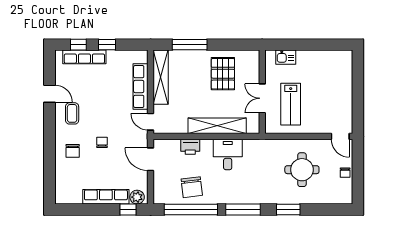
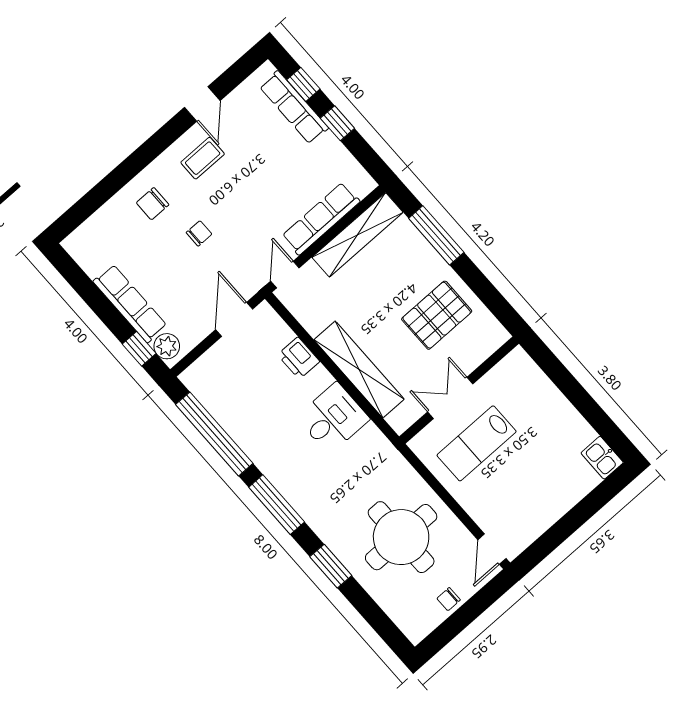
kitchen sink: (286, 57) -> (602, 458), moved
round table: (302, 170) -> (401, 537), width x1.36, depth x1.36
chair: (192, 187) -> (246, 409), removed

